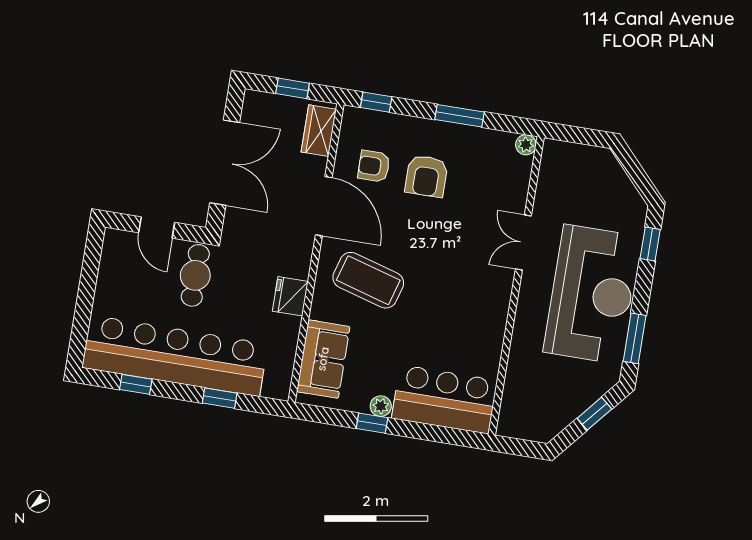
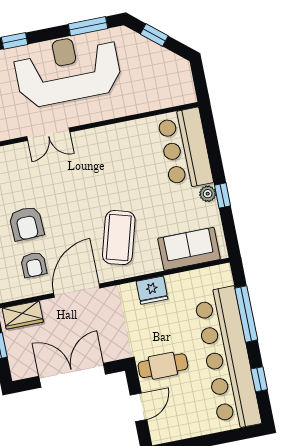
armchair: (426, 176) -> (26, 224), turned 88
window: (220, 398) -> (246, 314), width x2.17

